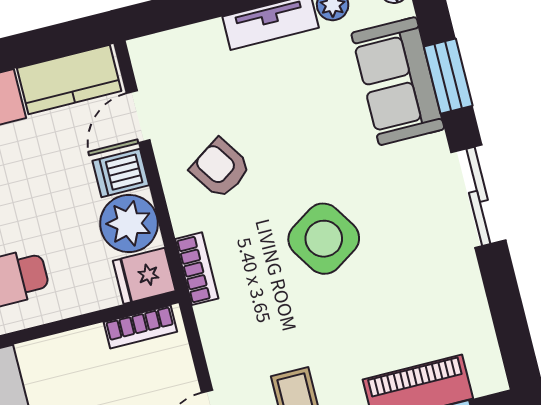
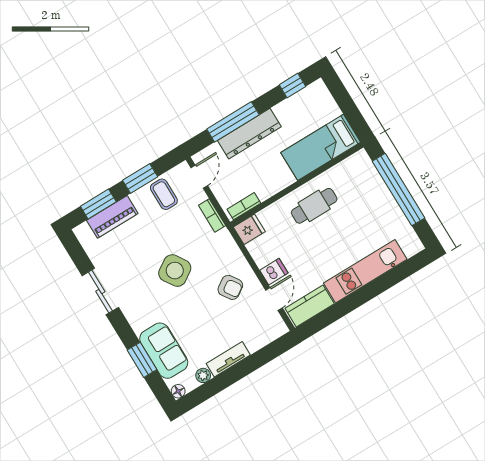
sliding door: (478, 196) -> (100, 291), moved
plant: (129, 223) -> (263, 250), removed
bookcase: (197, 269) -> (212, 215), moved

